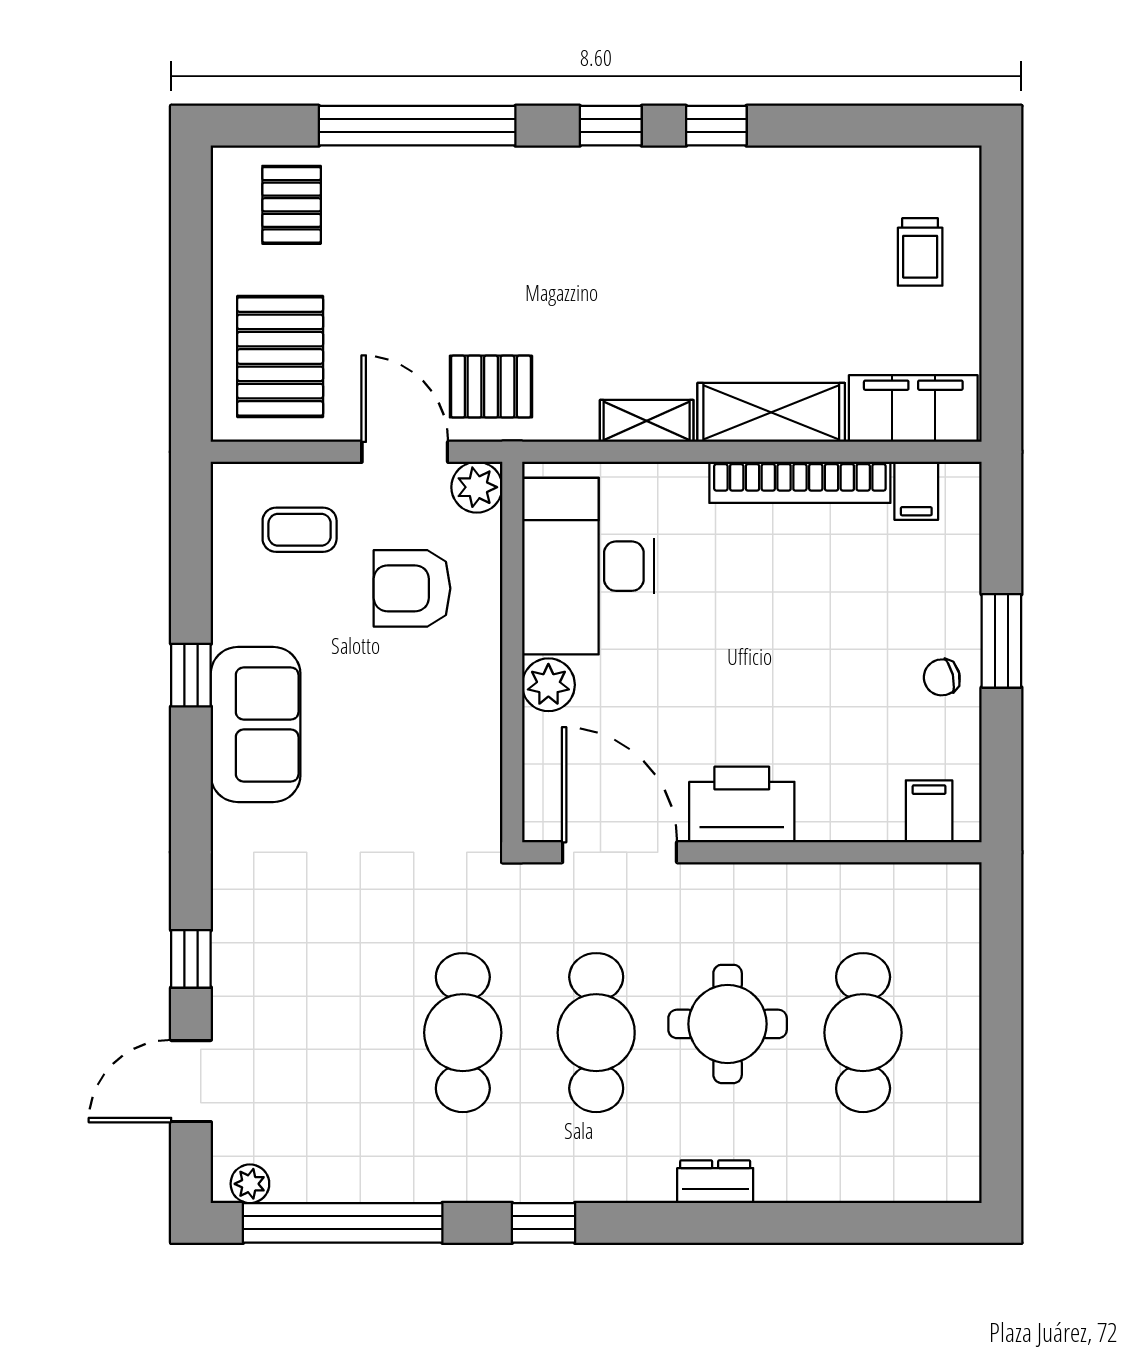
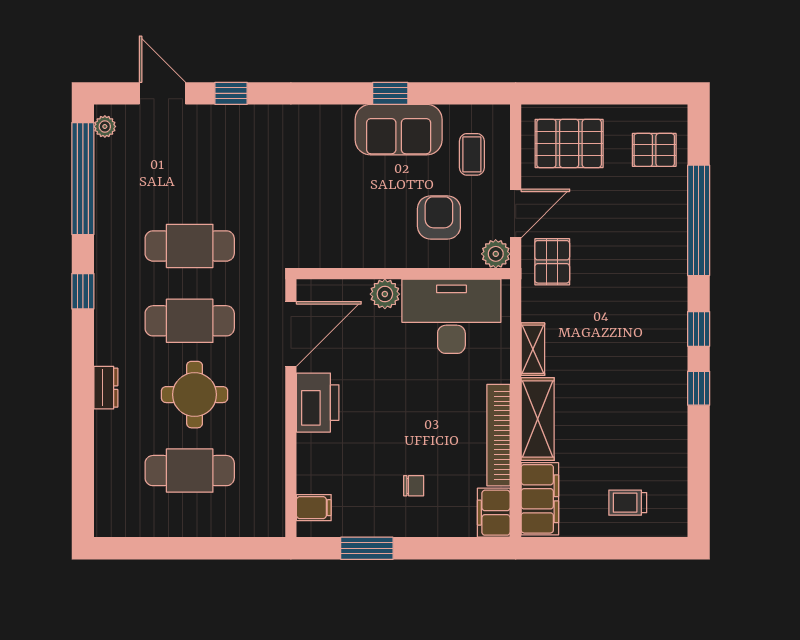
filing cabinet: (916, 491) -> (494, 513), width x2.00
window: (1001, 641) -> (367, 548), moved
chair: (942, 677) -> (414, 486), moved, turned 104
sofa: (256, 725) -> (399, 130), moved

